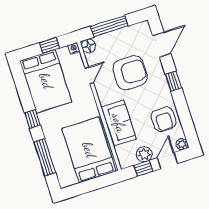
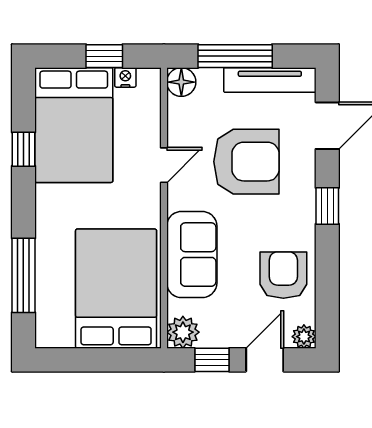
tv unit: (129, 32) -> (270, 80), added
nightstand: (74, 48) -> (125, 77), moved
door: (89, 75) -> (164, 165), moved
window: (32, 119) -> (23, 149), moved
armchair: (163, 119) -> (283, 275), turned 180
plant: (144, 154) -> (183, 332), moved

